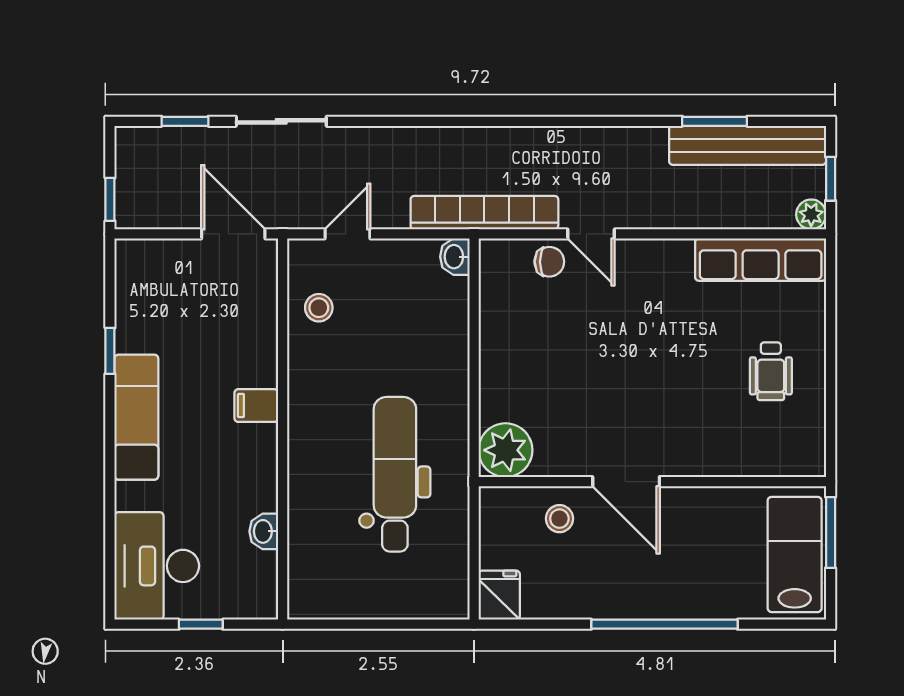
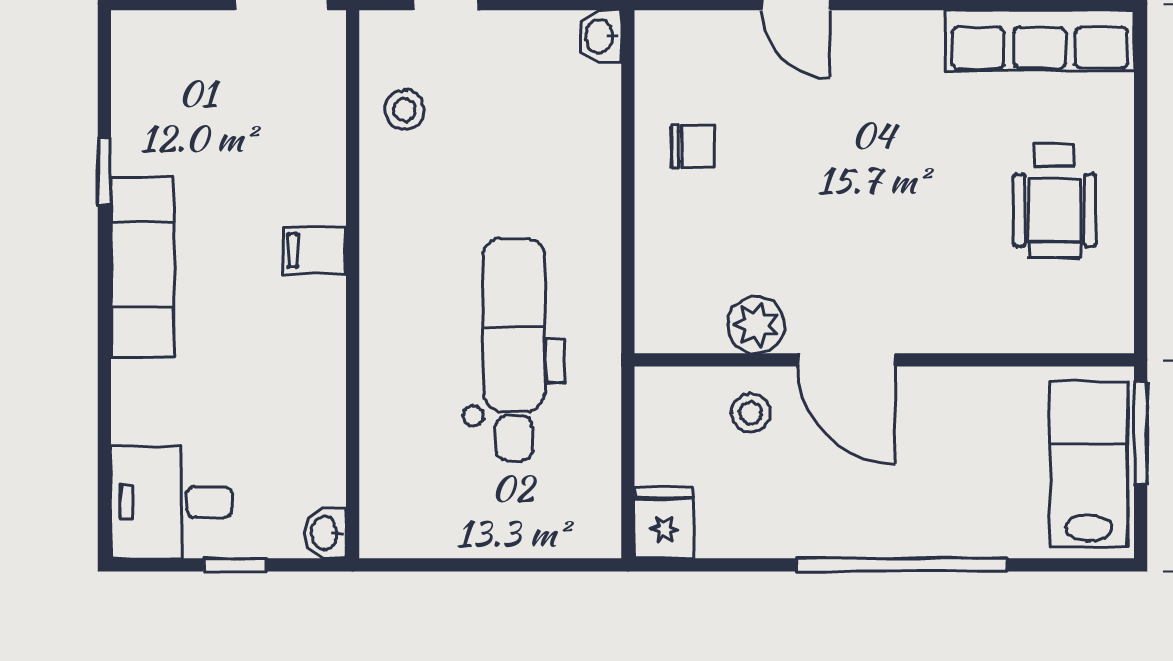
chair: (549, 262) -> (693, 147), moved
wheelchair: (771, 371) -> (1055, 201), width x1.36, depth x1.37
plant: (505, 450) -> (756, 325), moved, width x0.73, depth x0.73
washbasin: (264, 531) -> (325, 533), moved
desk: (157, 566) -> (172, 502), width x0.73

